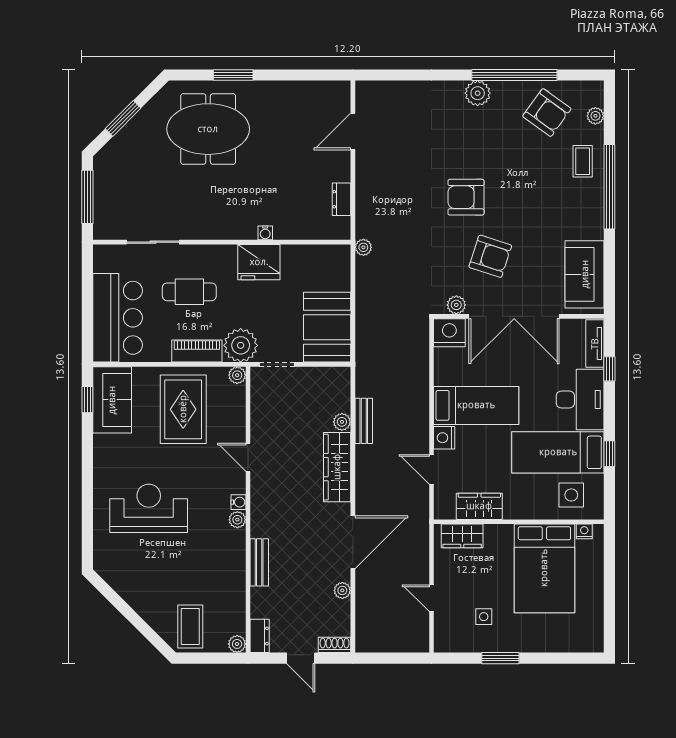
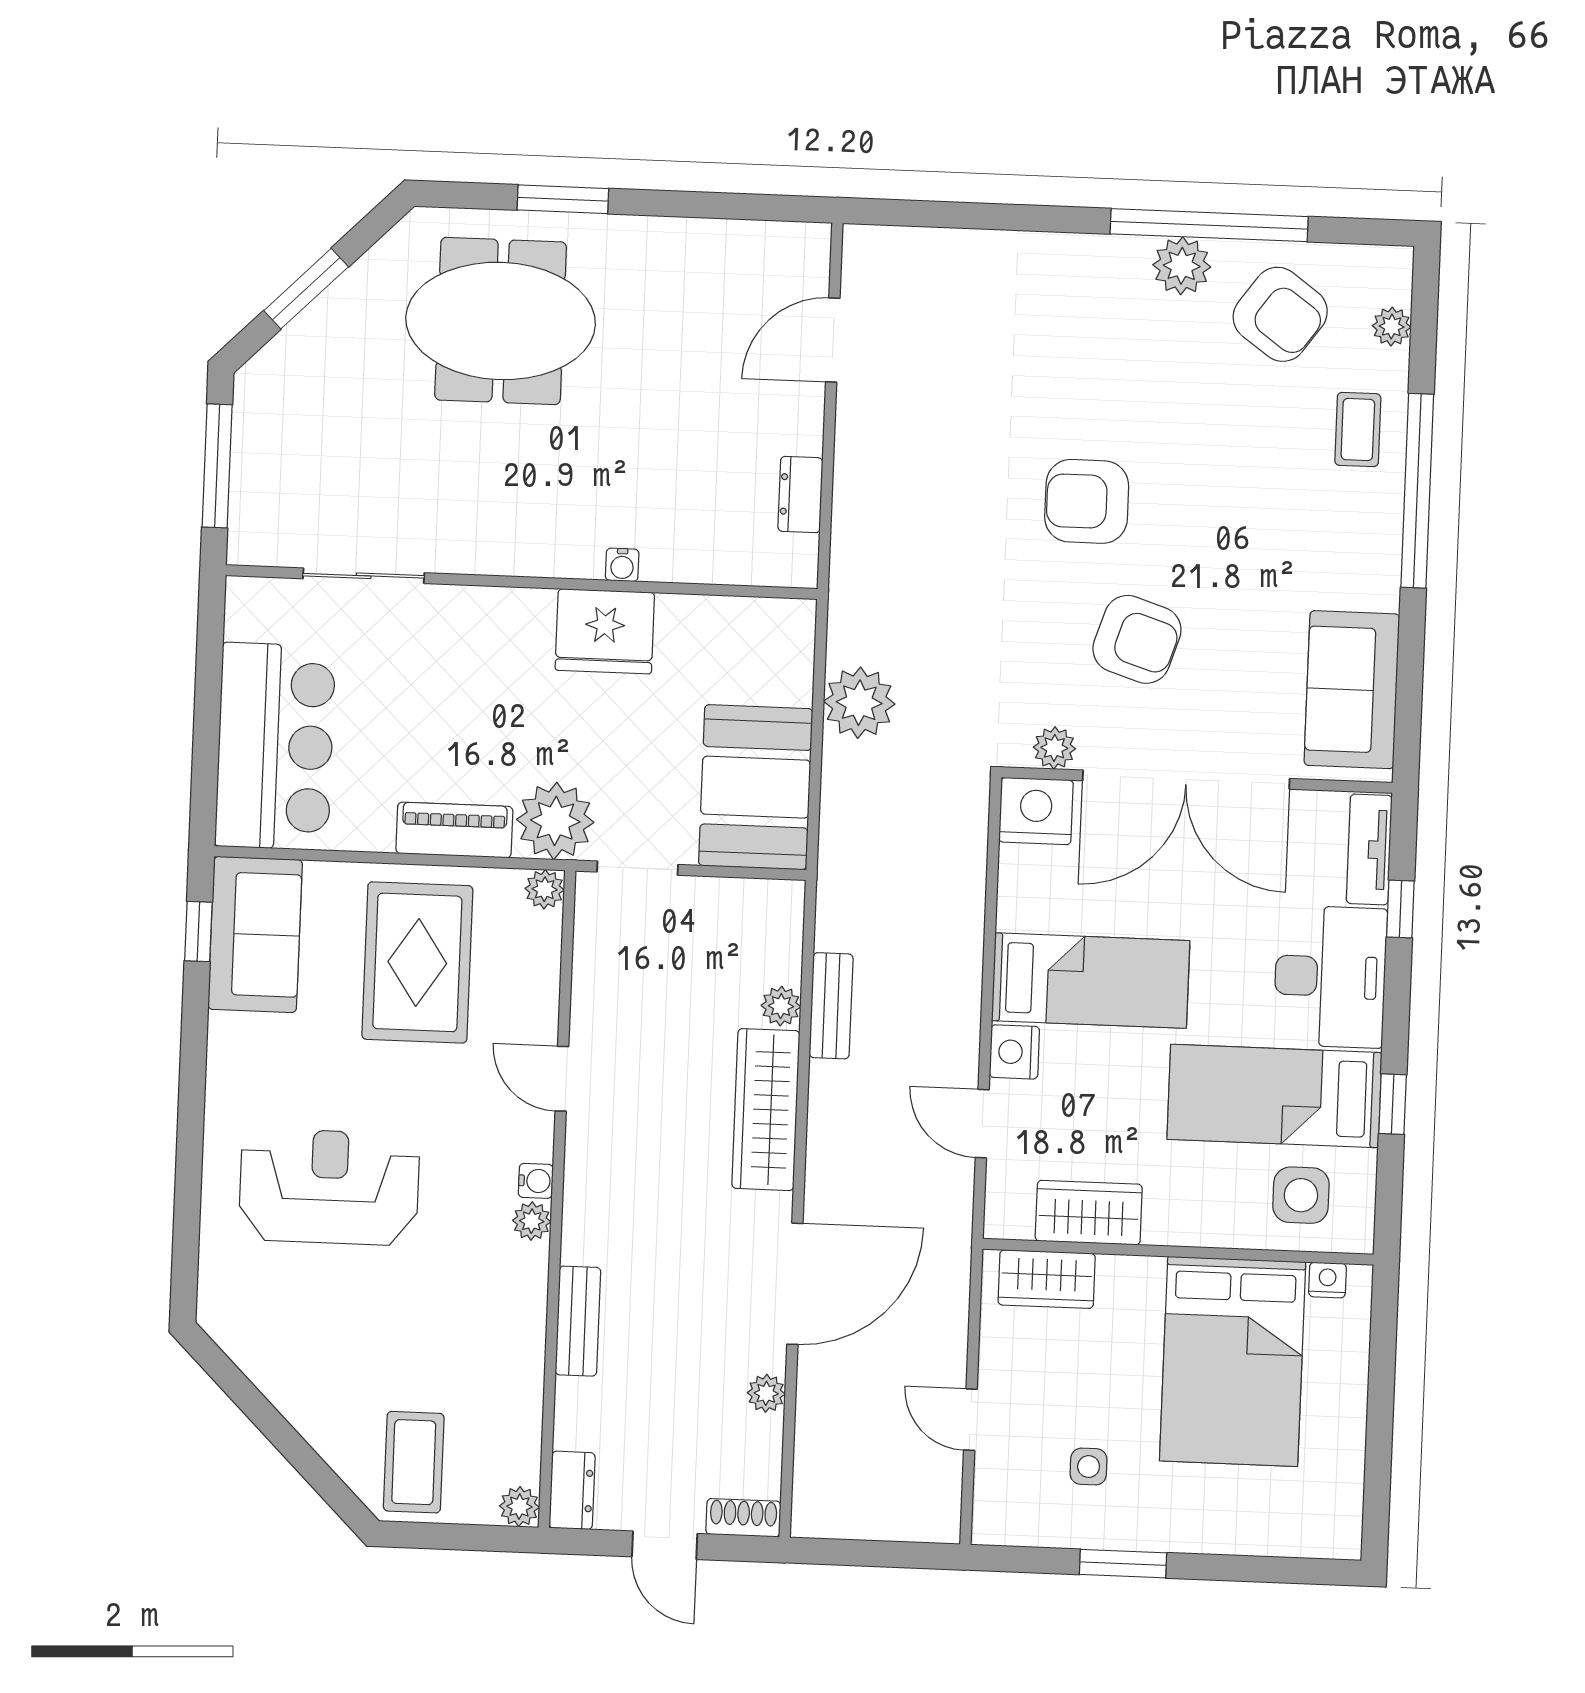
plant: (478, 93) -> (1182, 266), moved
plant: (363, 247) -> (859, 703), moved, width x1.88, depth x1.88
cafe table: (189, 292) -> (442, 693), removed

